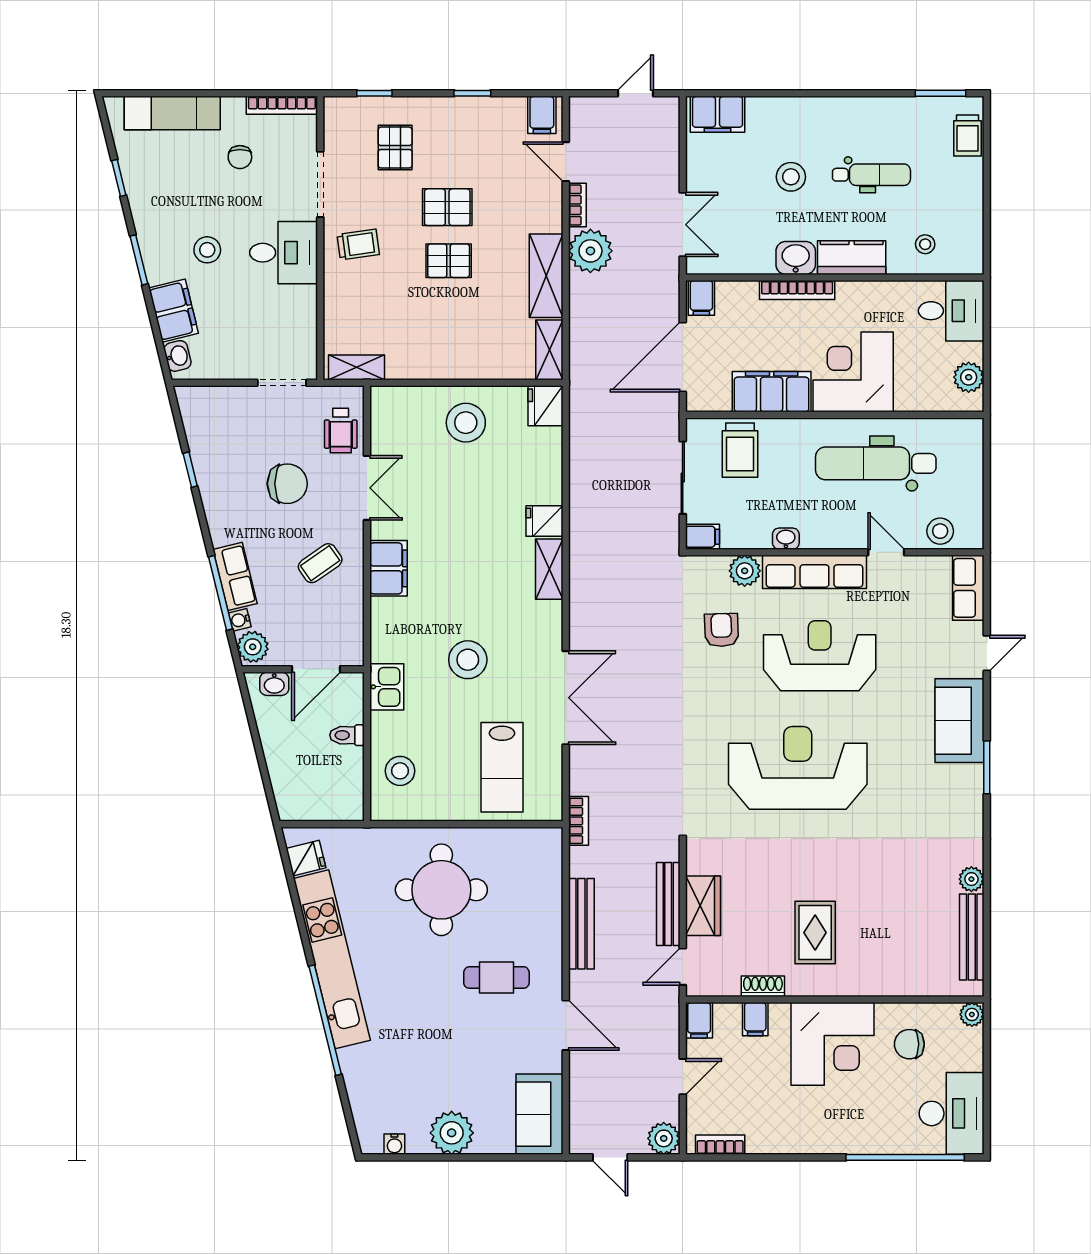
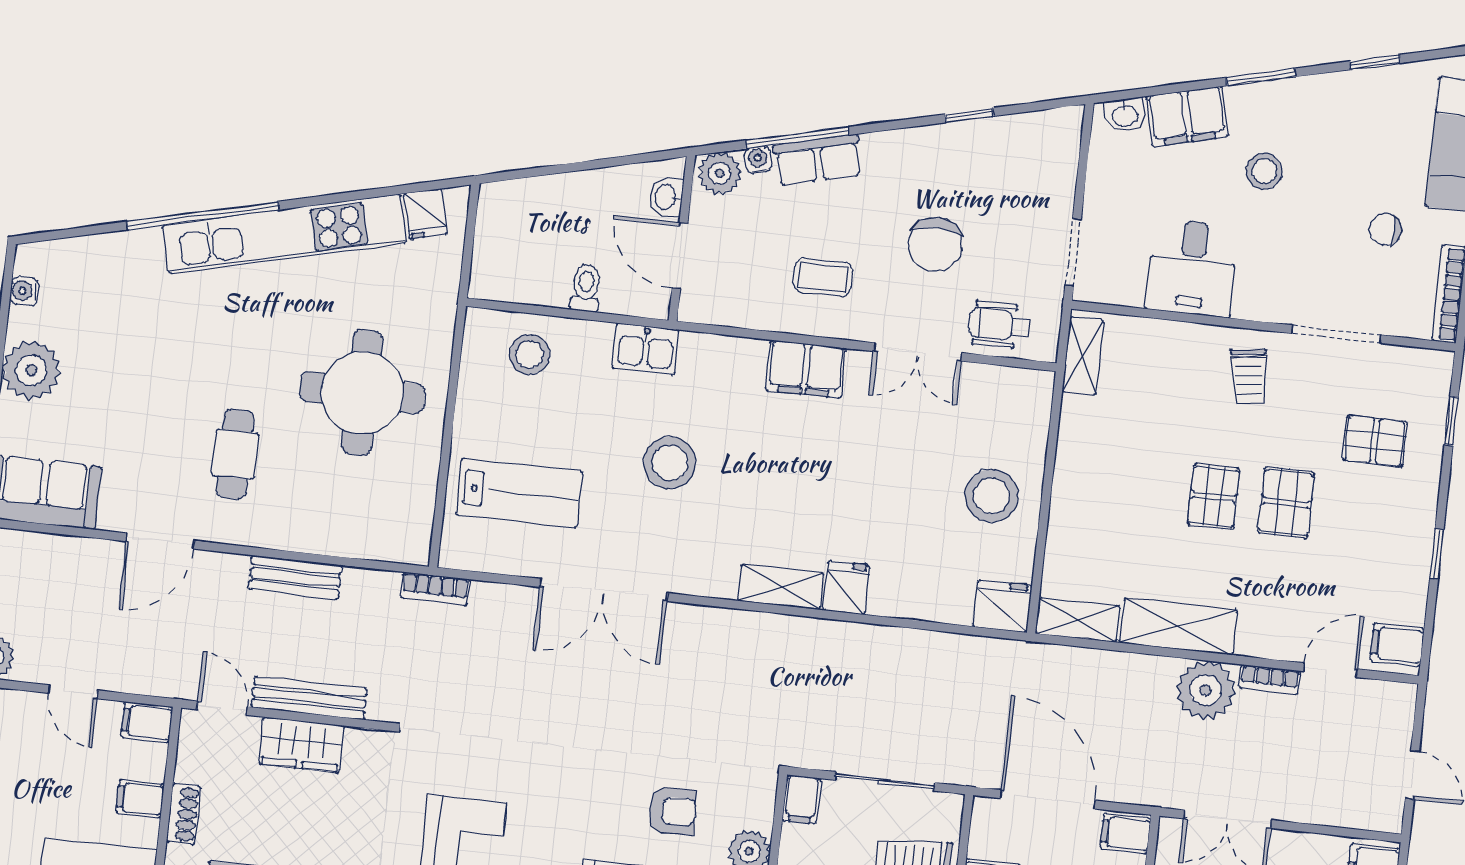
desk: (284, 253) -> (1192, 268), moved
coffee table: (320, 563) -> (823, 277), turned -55
lab bench: (502, 767) -> (519, 493), turned 180
bench: (581, 924) -> (295, 577), width x0.73

